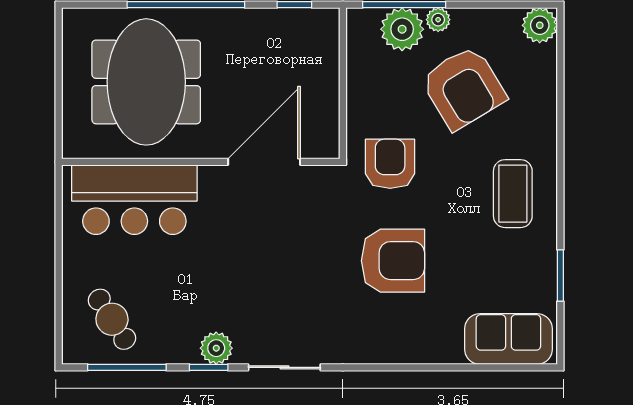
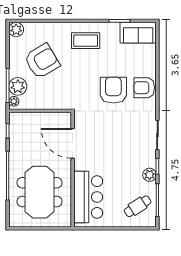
plant: (438, 20) -> (14, 101), moved
meeting table: (146, 82) -> (40, 192), turned 90
armchair: (390, 164) -> (144, 88), moved
sofa: (508, 339) -> (138, 33), moved, turned -90
plant: (216, 348) -> (150, 175), moved

